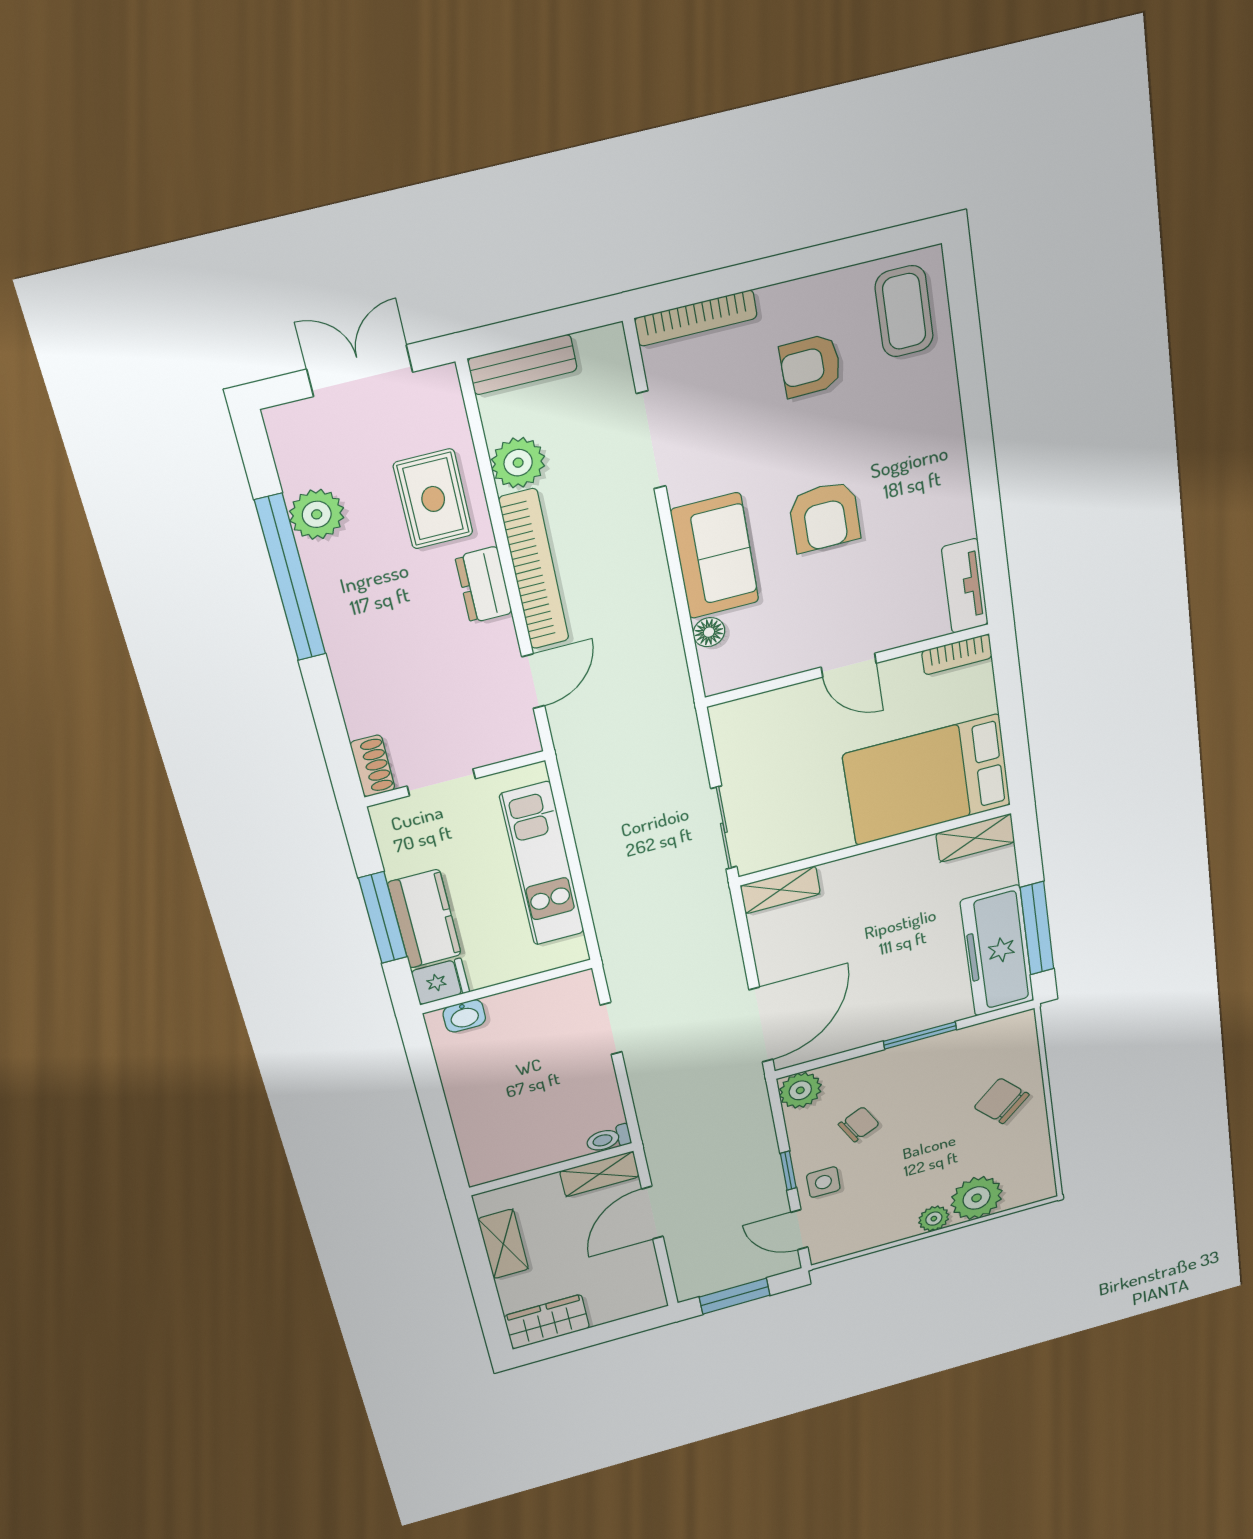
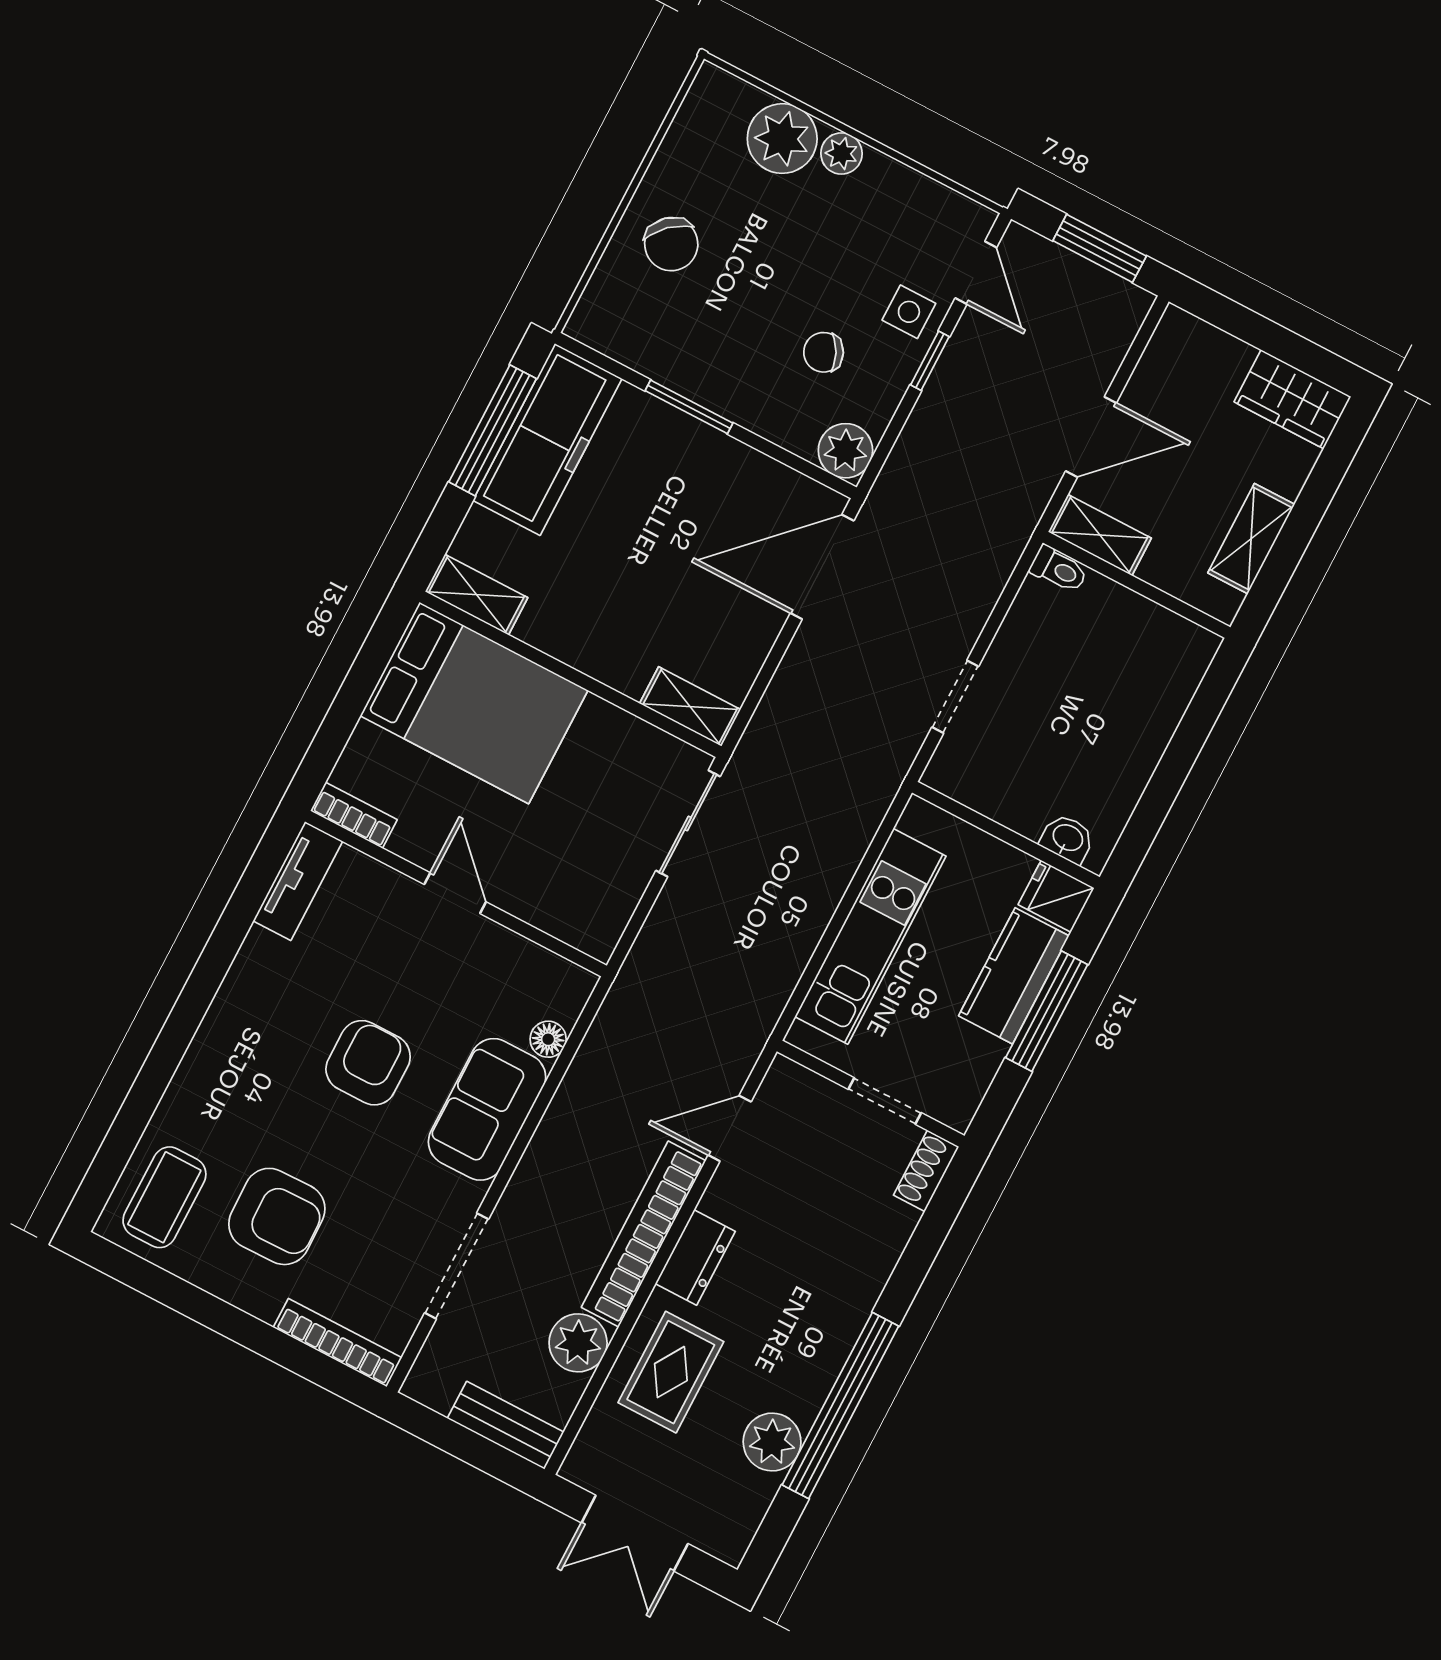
armchair: (810, 366) -> (277, 1216), width x1.38, depth x1.38

